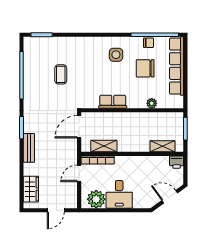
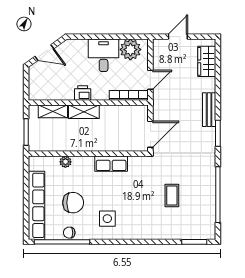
shelving: (104, 146) -> (84, 112), moved
printer: (177, 162) -> (83, 93), moved

